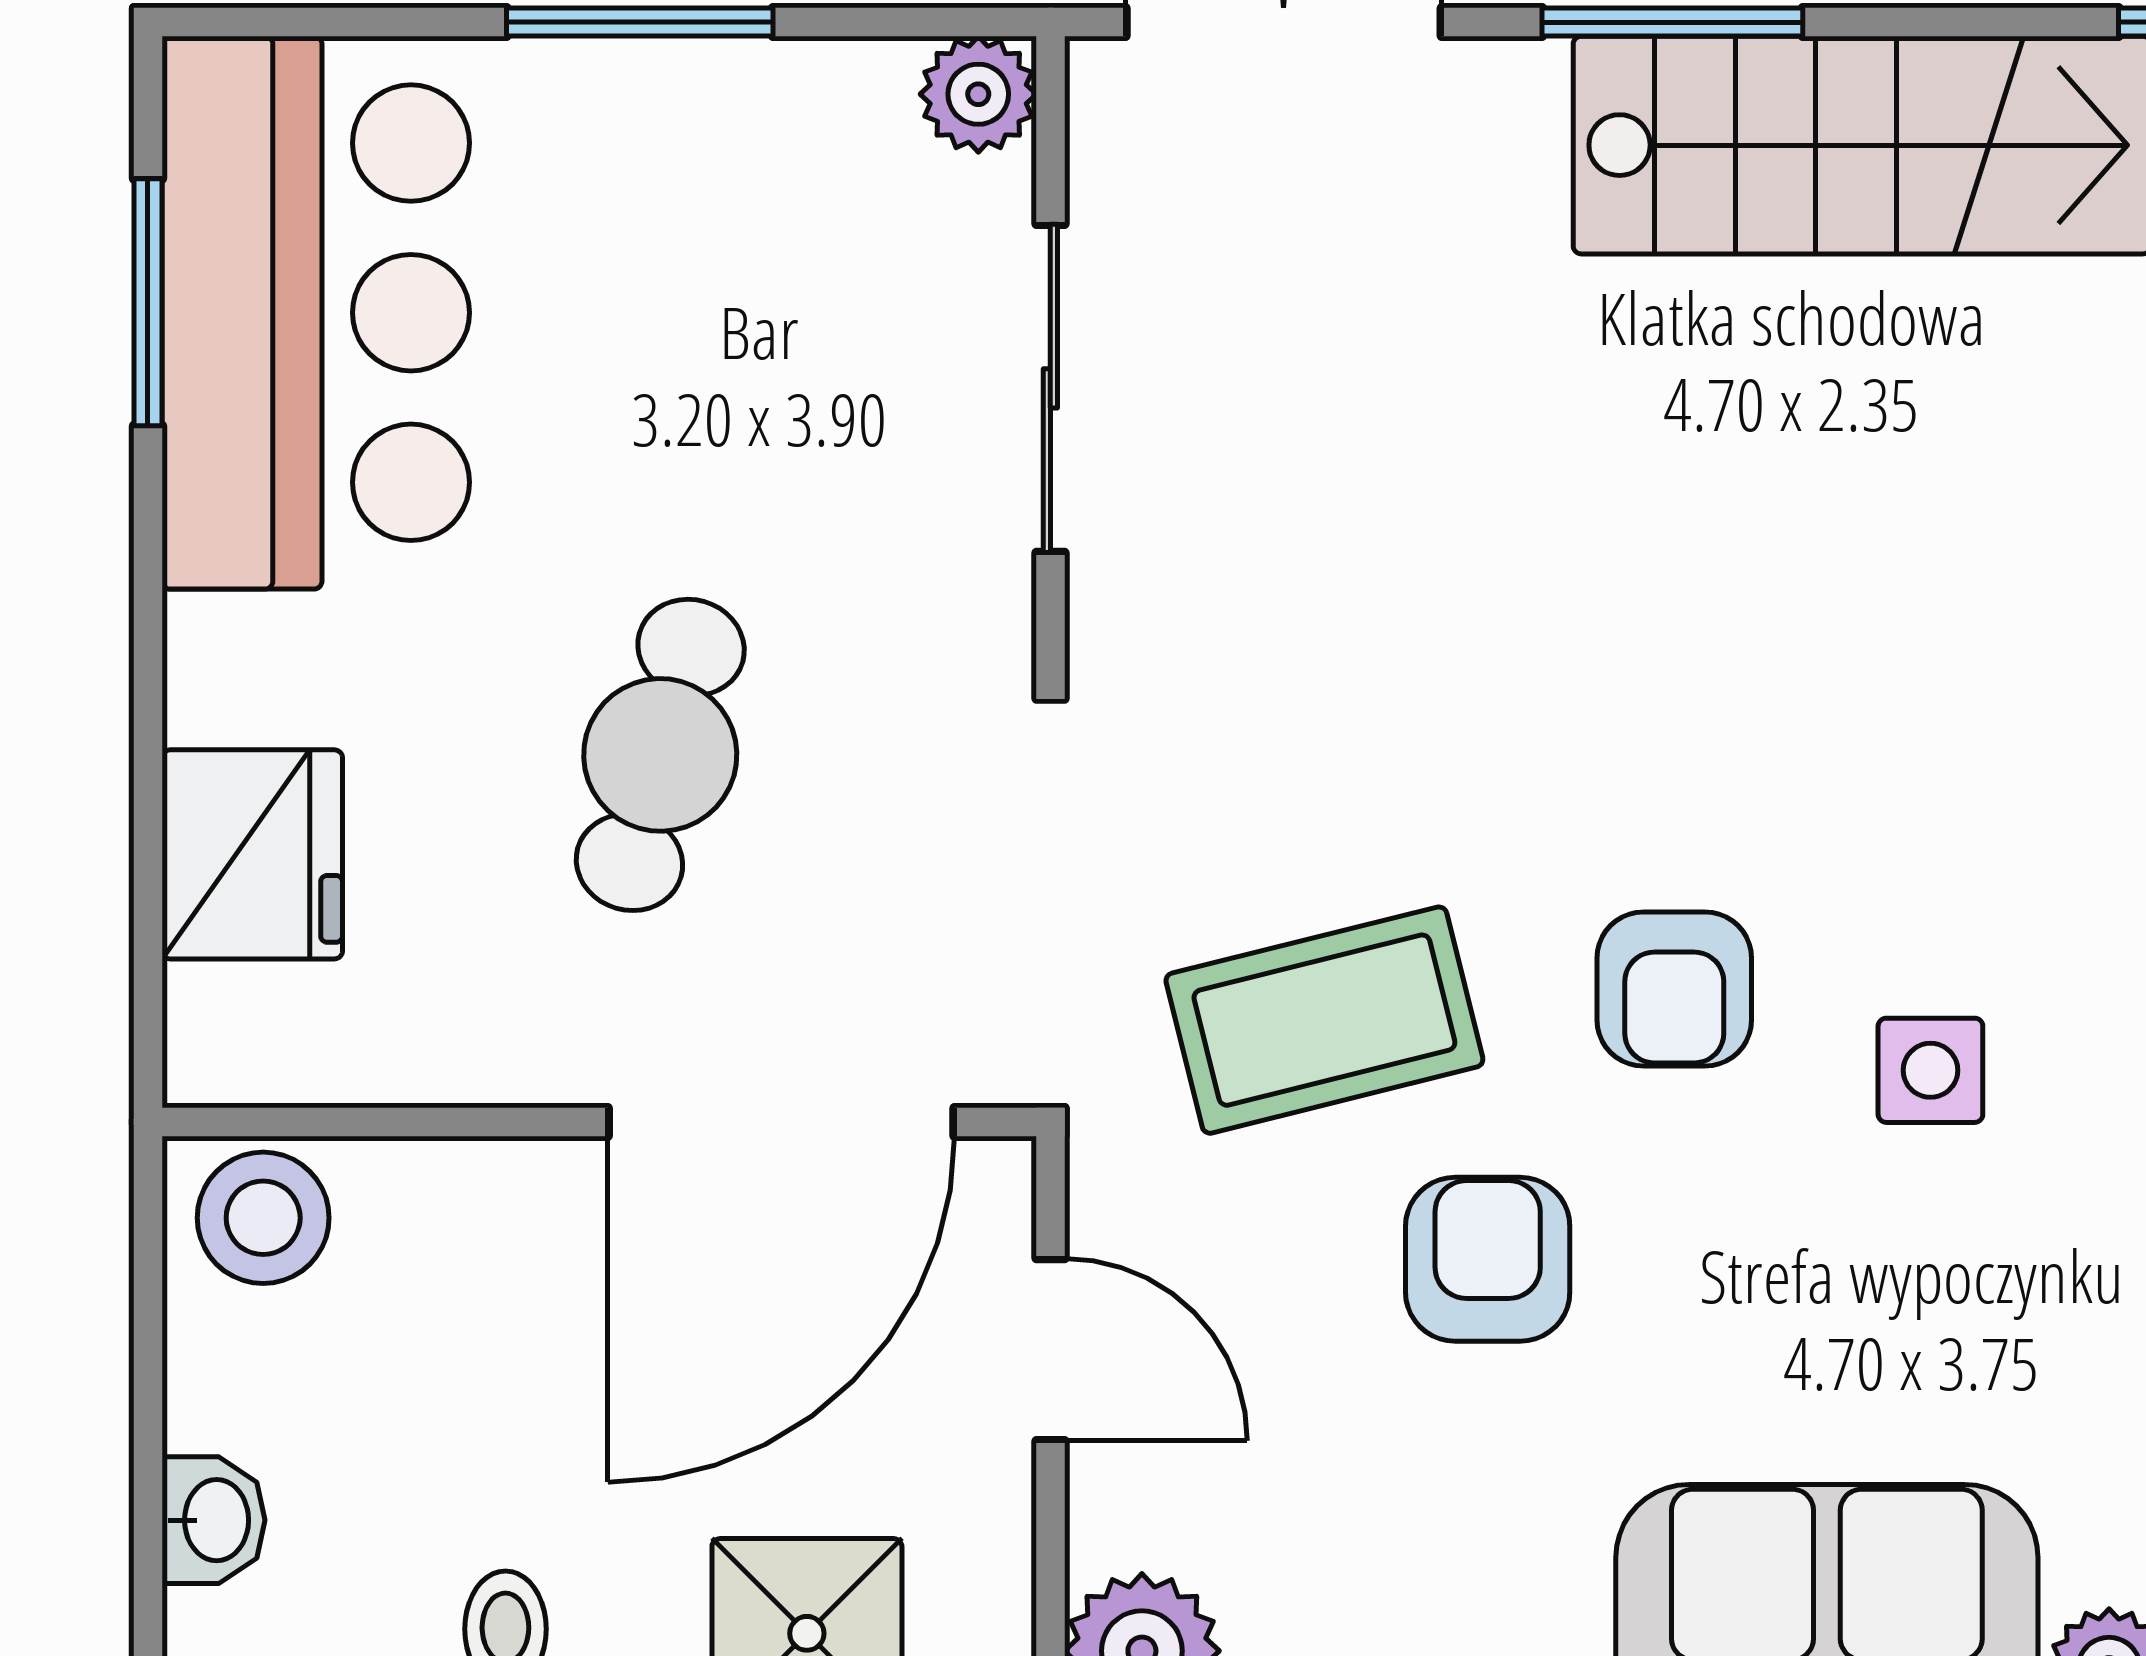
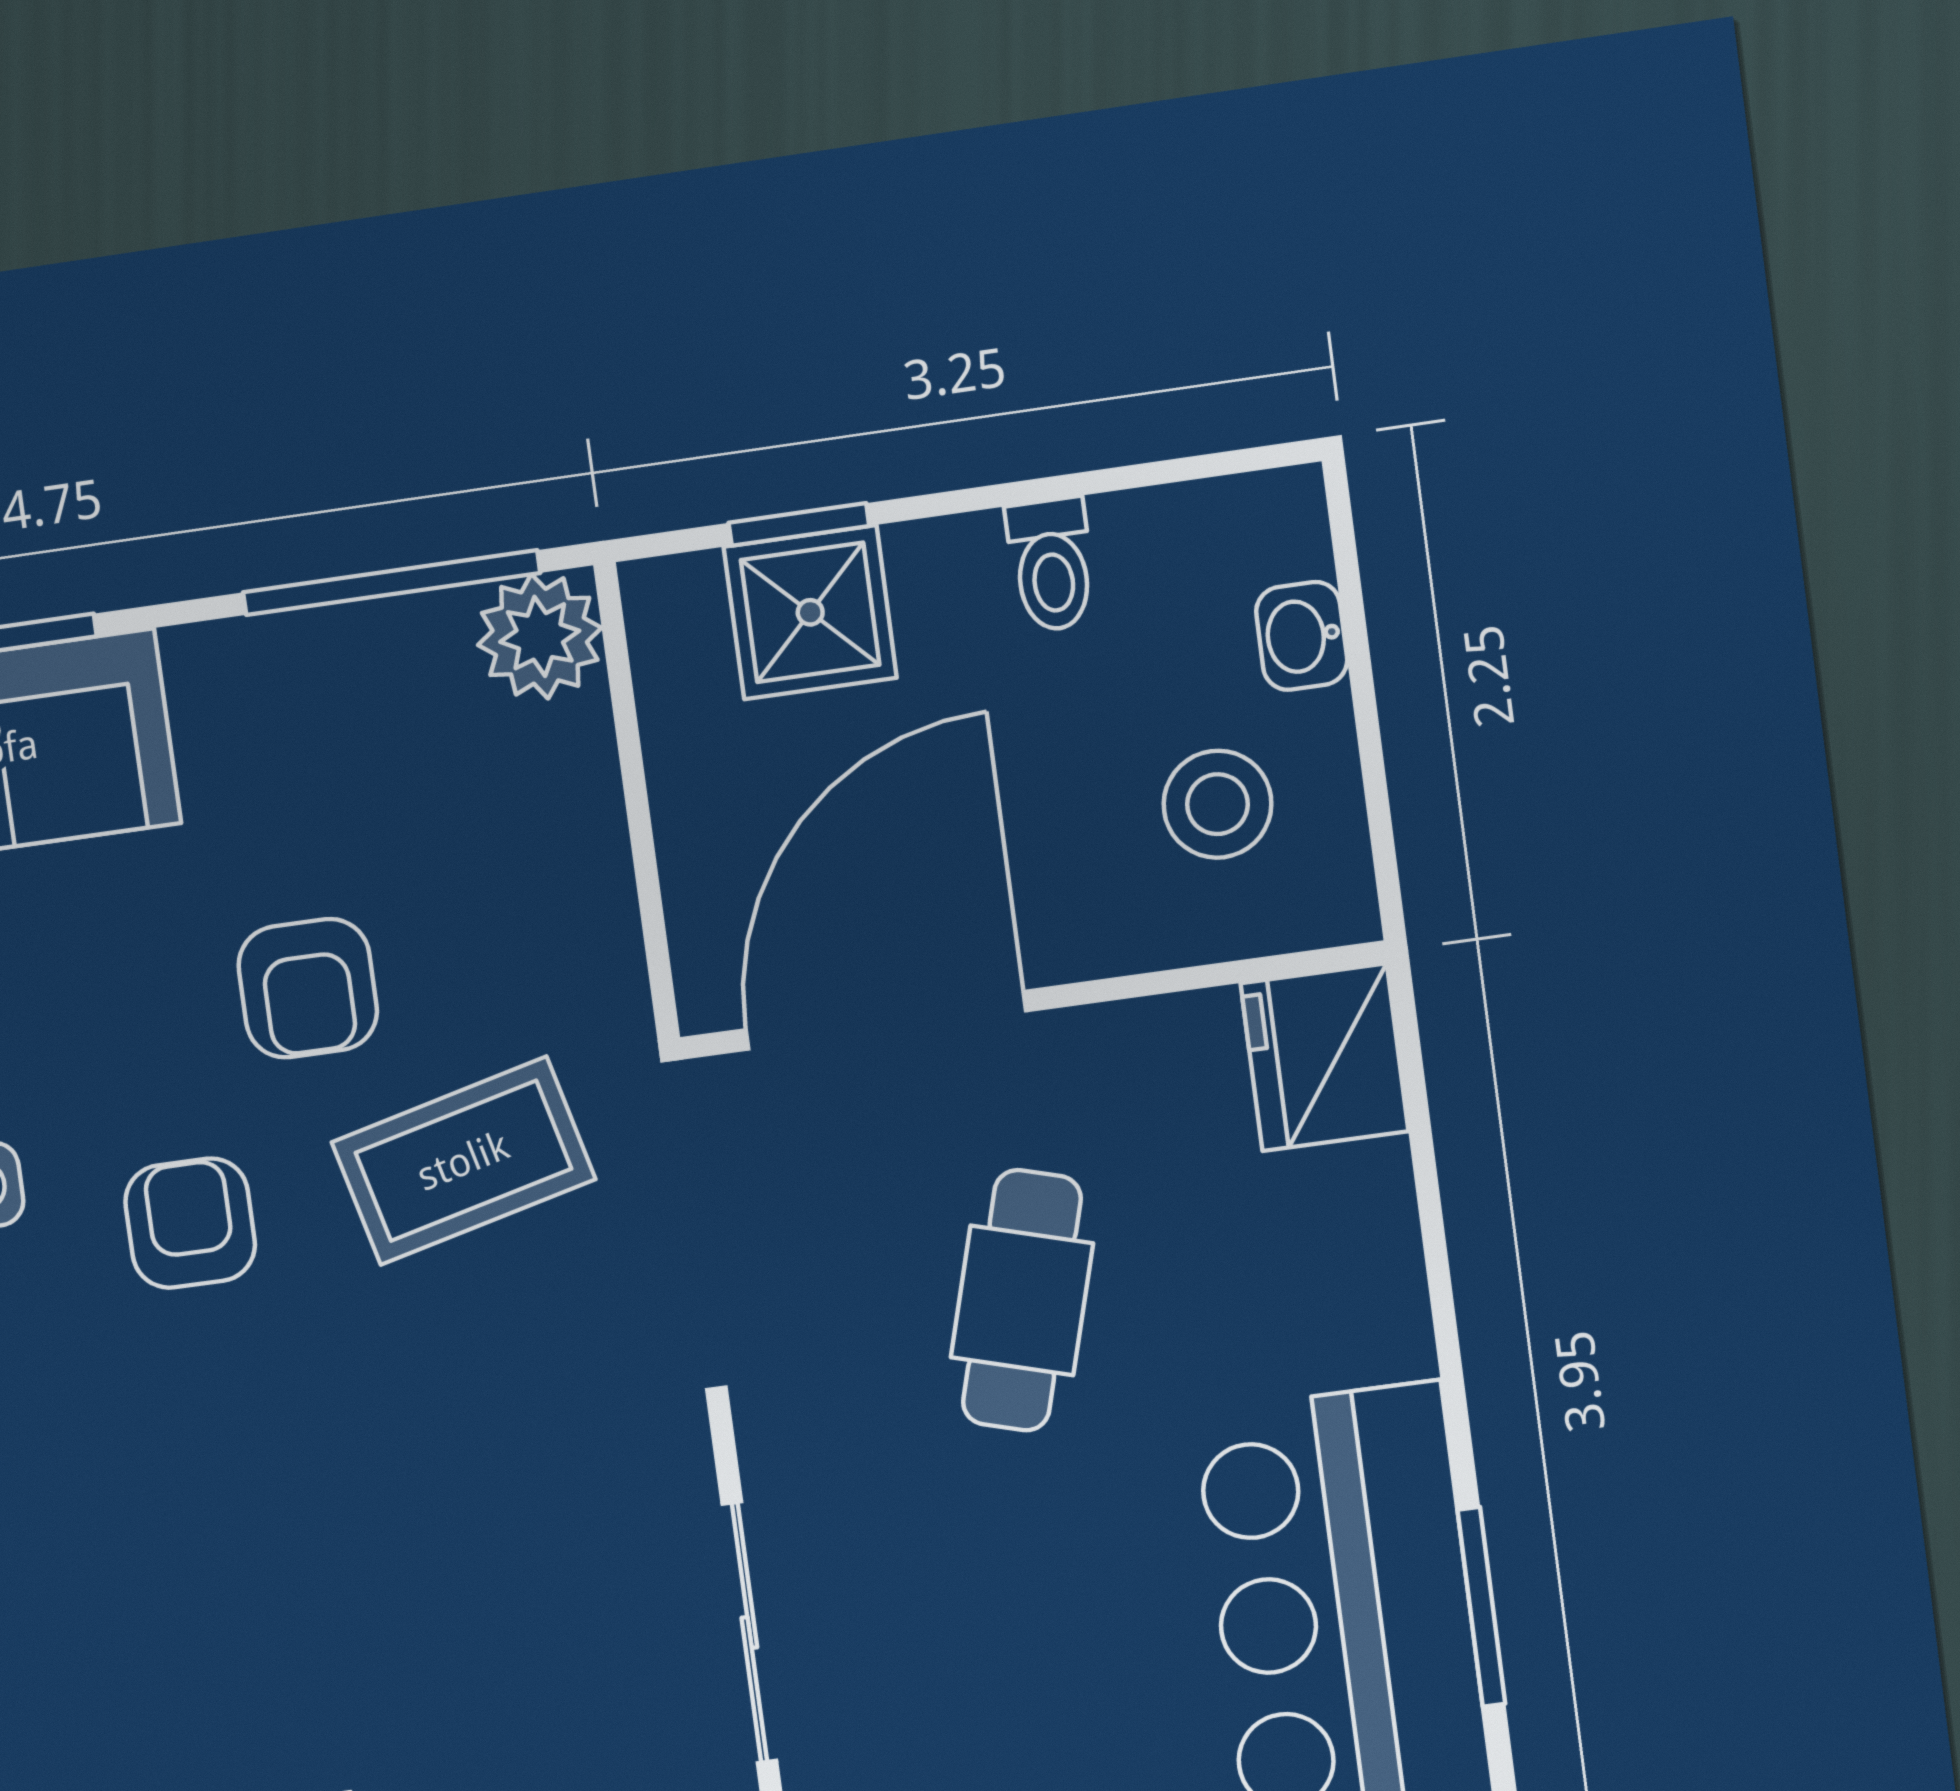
fridge: (252, 854) -> (1324, 1057), moved
stool: (263, 1218) -> (1217, 804), moved
door: (1050, 1350) -> (646, 868), removed

